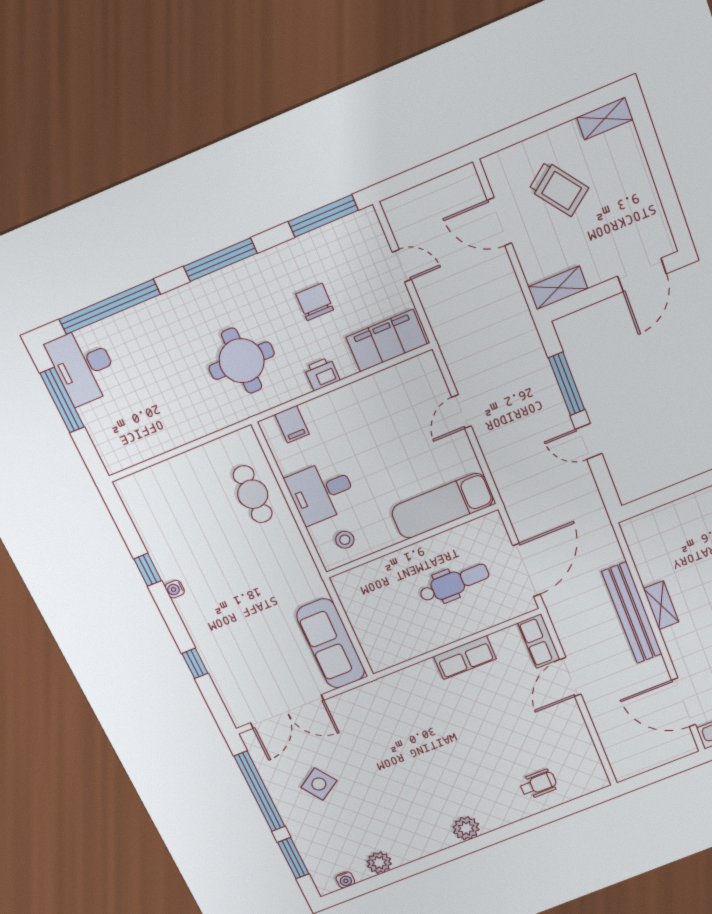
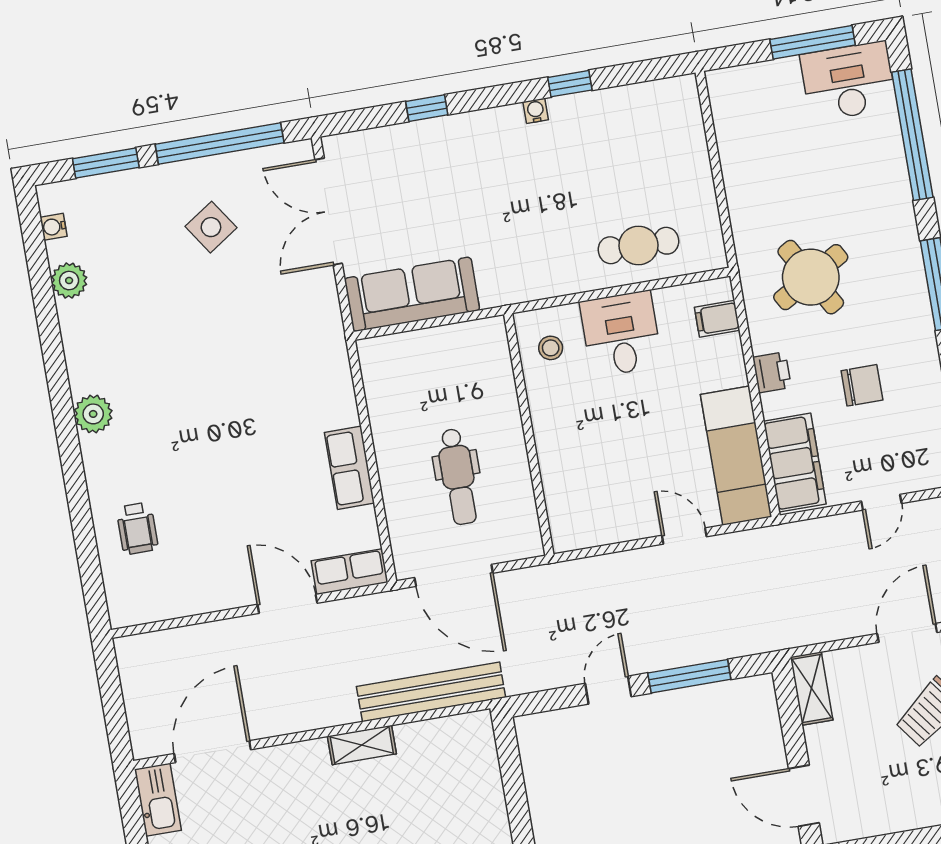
round table: (242, 361) -> (811, 277), turned -30
exam couch: (443, 506) -> (736, 456), moved, turned 180
bench: (632, 613) -> (431, 692), moved

